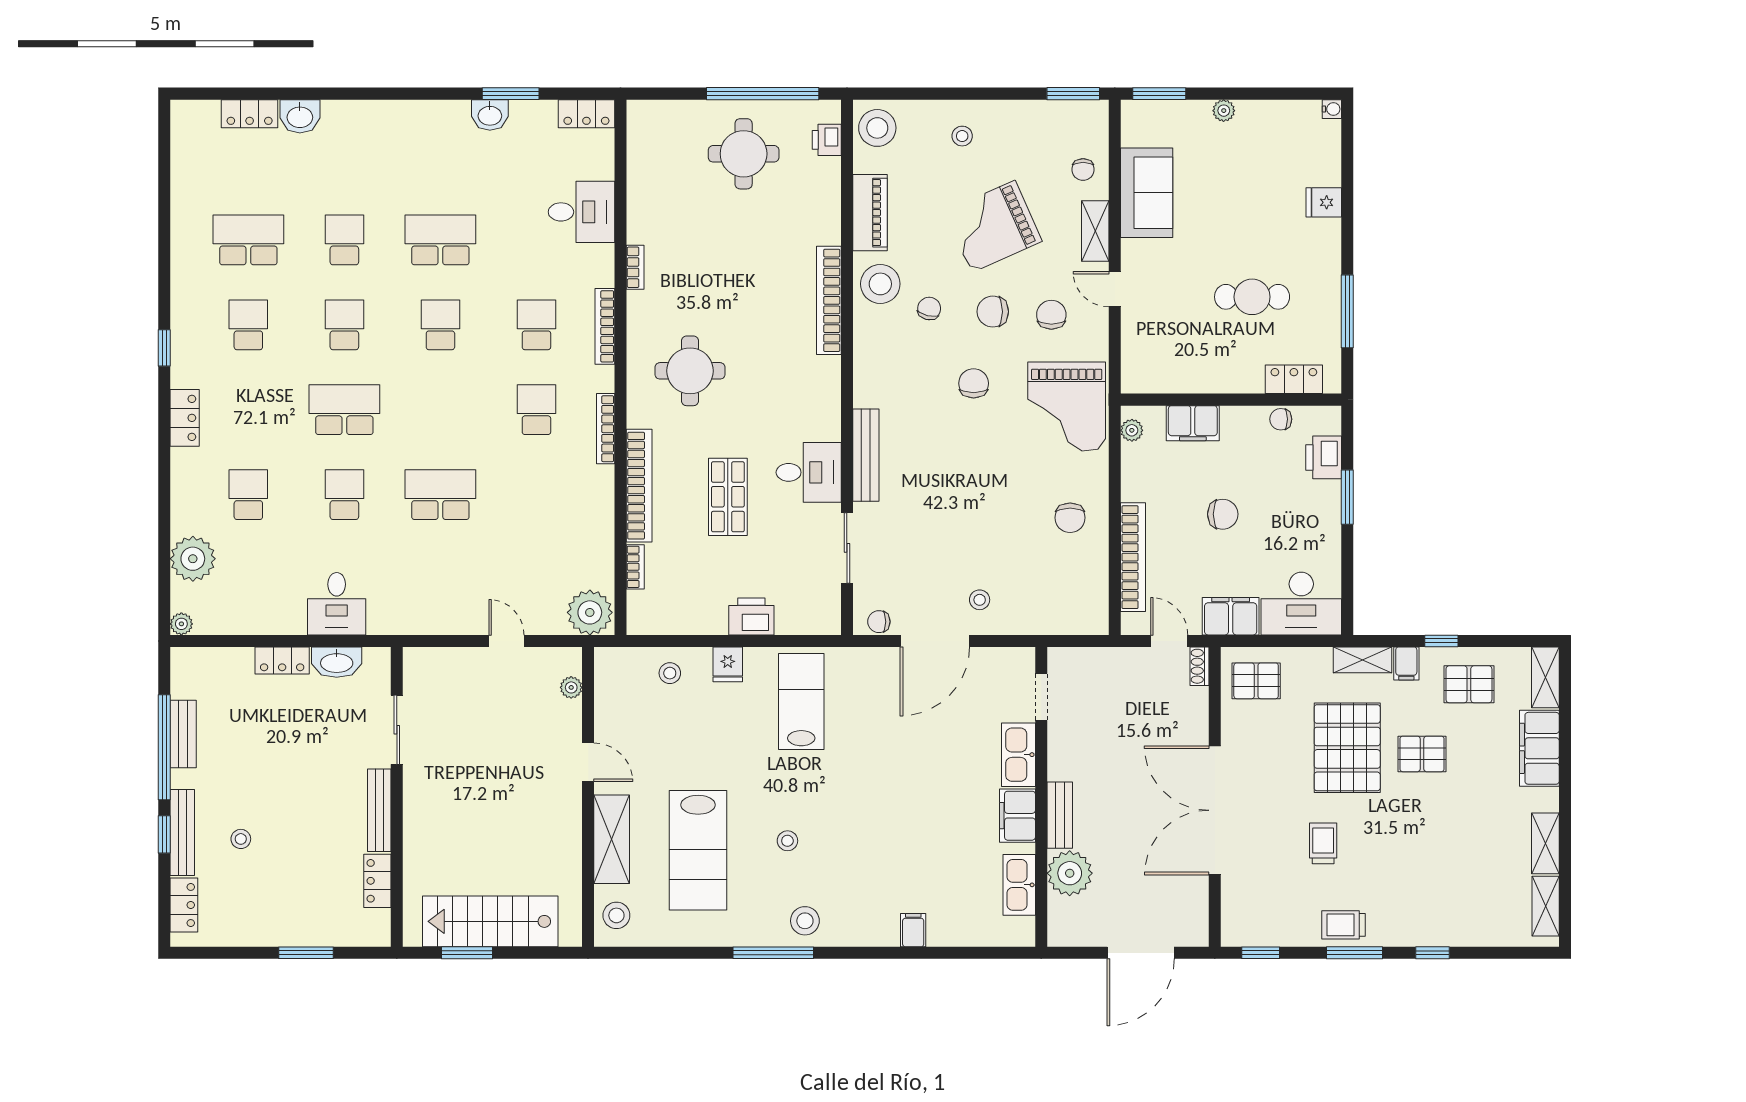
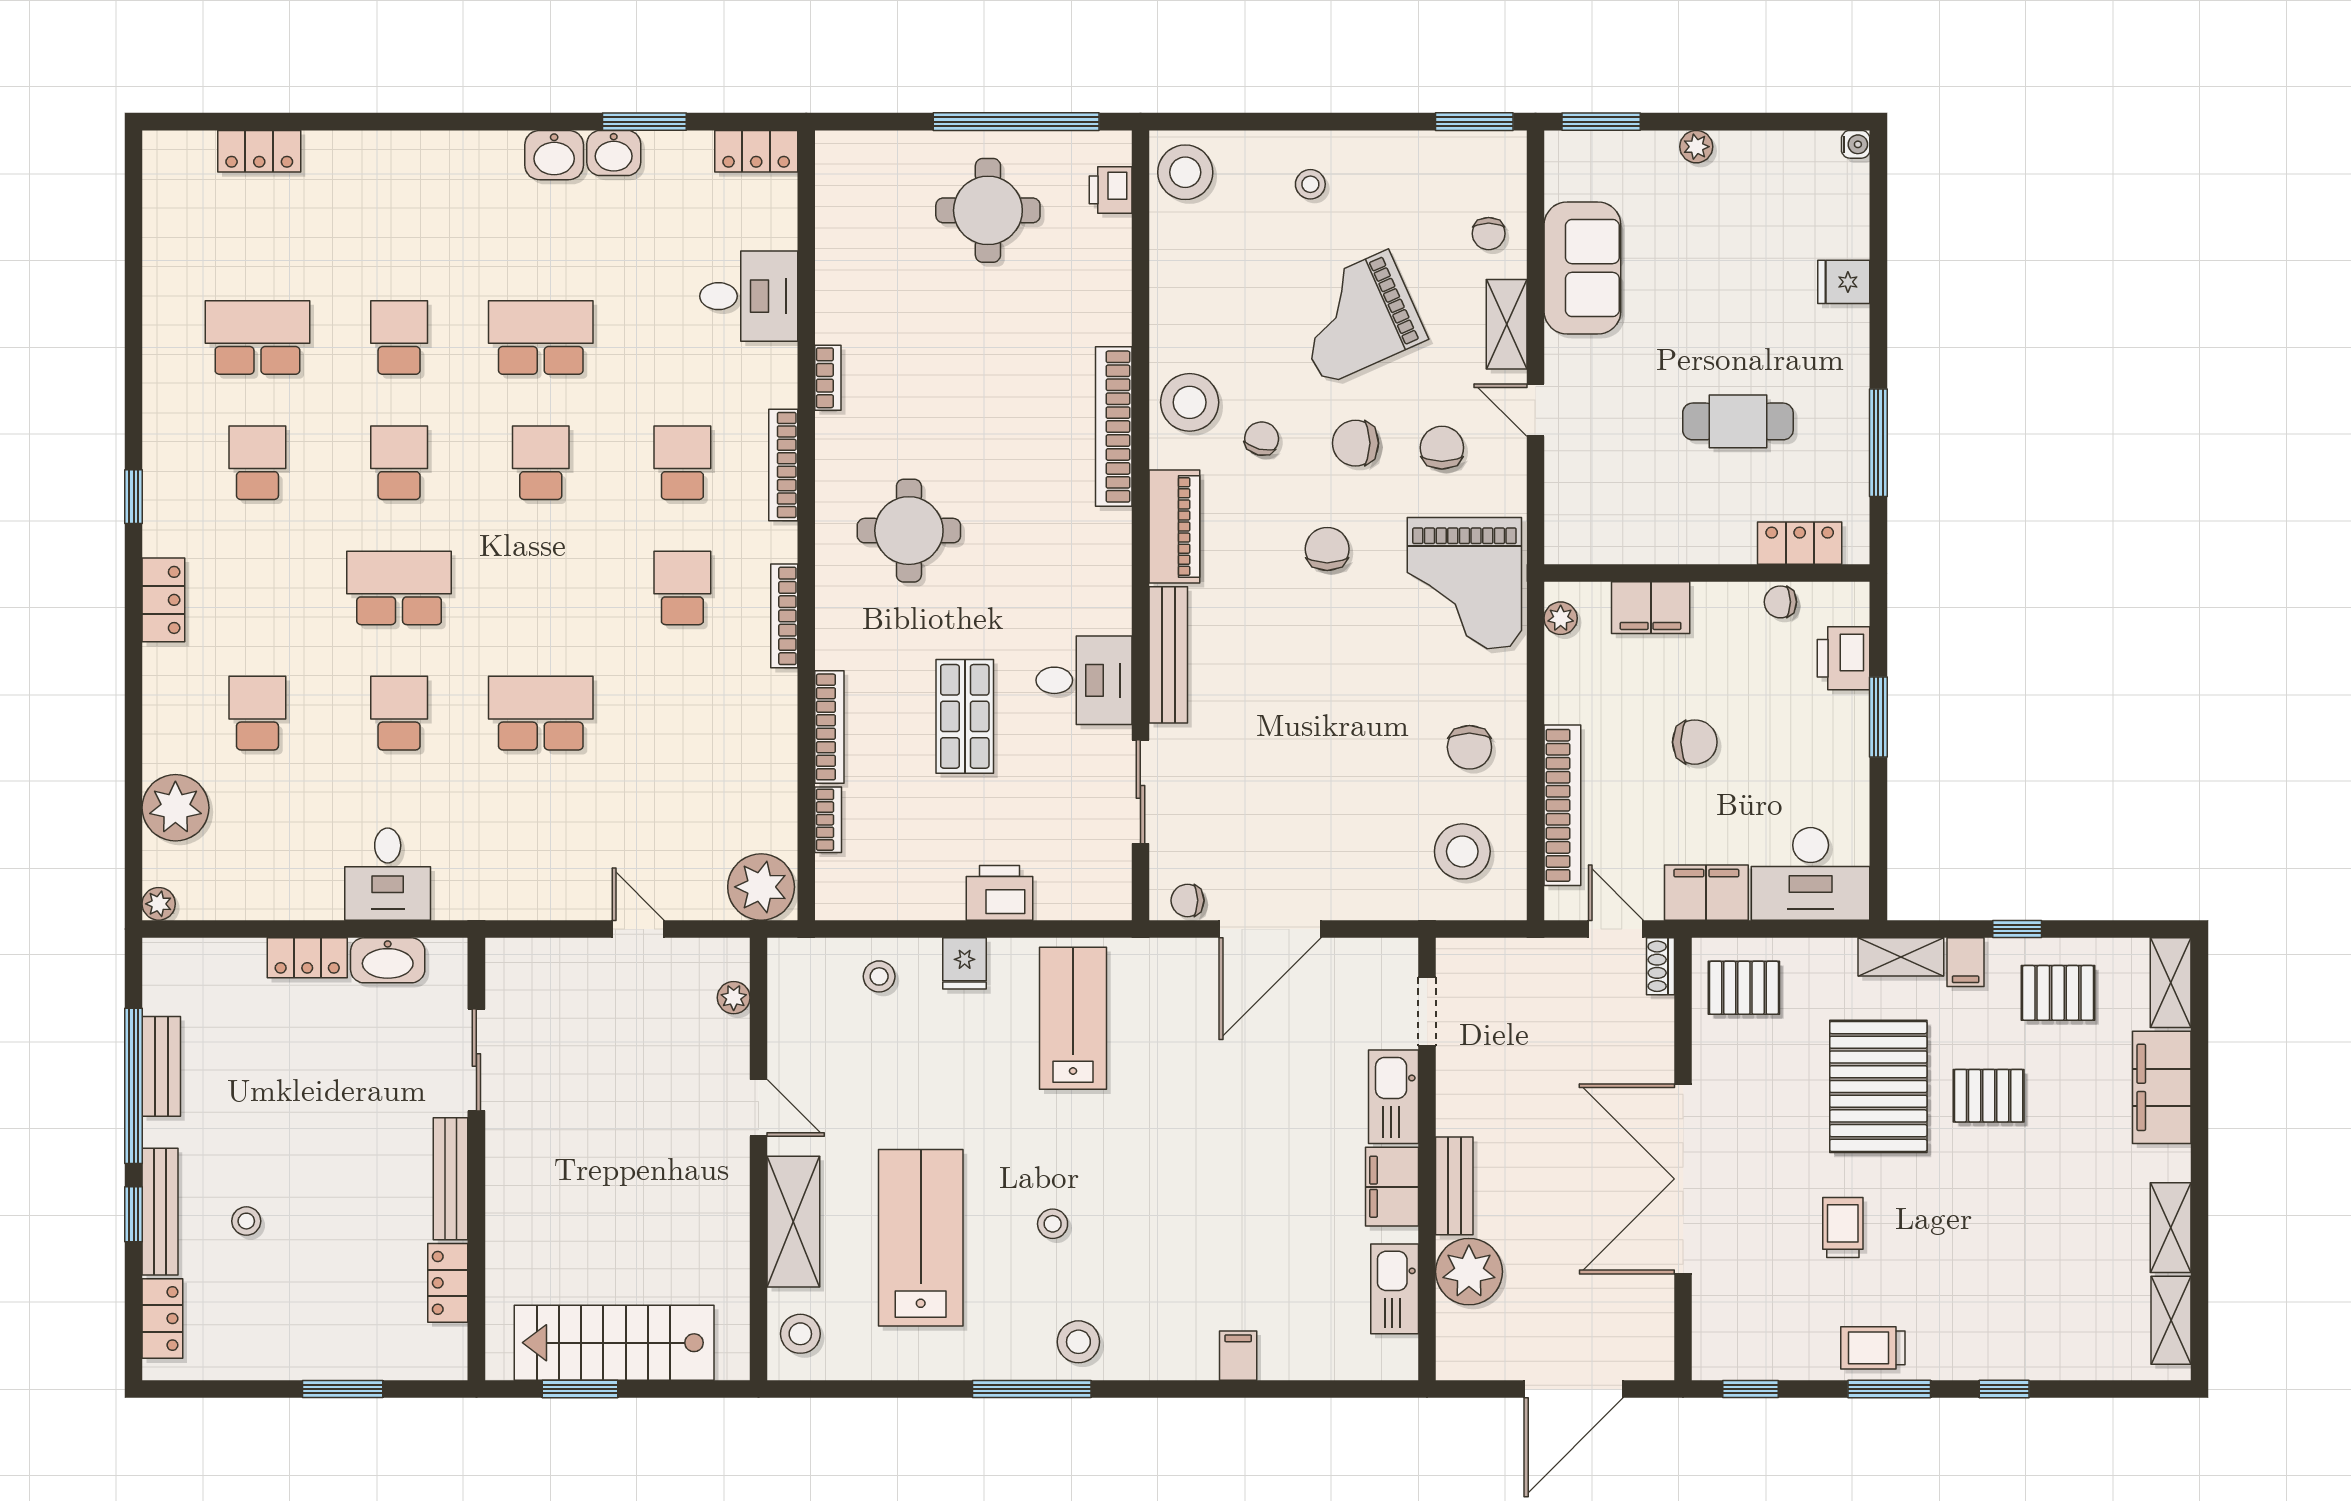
washbasin: (300, 116) -> (554, 155), moved
piano: (870, 213) -> (1174, 527), moved
bookcase: (639, 486) -> (829, 727), width x0.68, depth x0.76
stool: (980, 600) -> (1462, 851), moved, width x1.89, depth x1.89
lab bench: (698, 850) -> (921, 1238), turned 180

